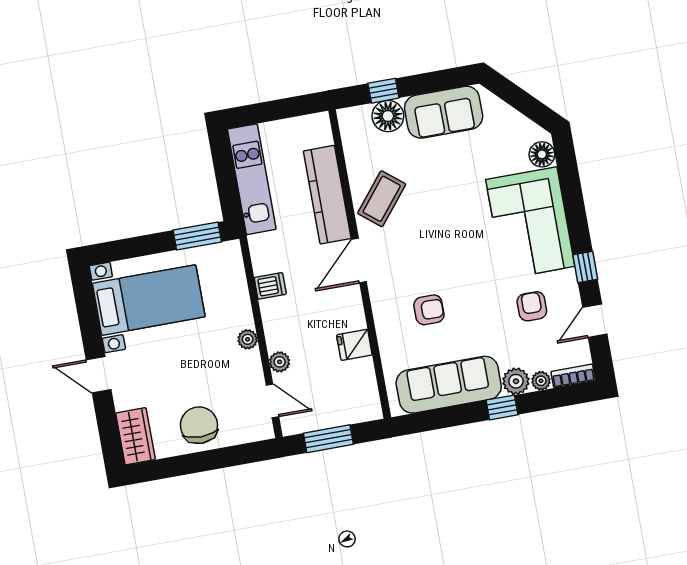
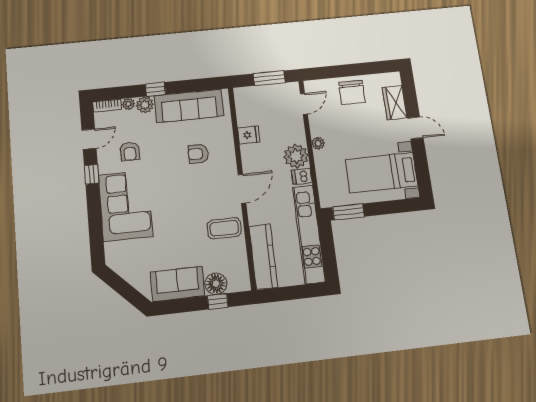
floor lamp: (542, 154) -> (113, 251), removed
kitchen unit: (252, 179) -> (309, 234), width x1.36
kitchen counter: (327, 195) -> (263, 257), moved
coffee table: (382, 199) -> (224, 228), turned 51
plant: (280, 362) -> (296, 156), moved, width x1.87, depth x1.87
door: (272, 401) -> (304, 104), swing flipped
wardrobe: (136, 436) -> (395, 103), moved

